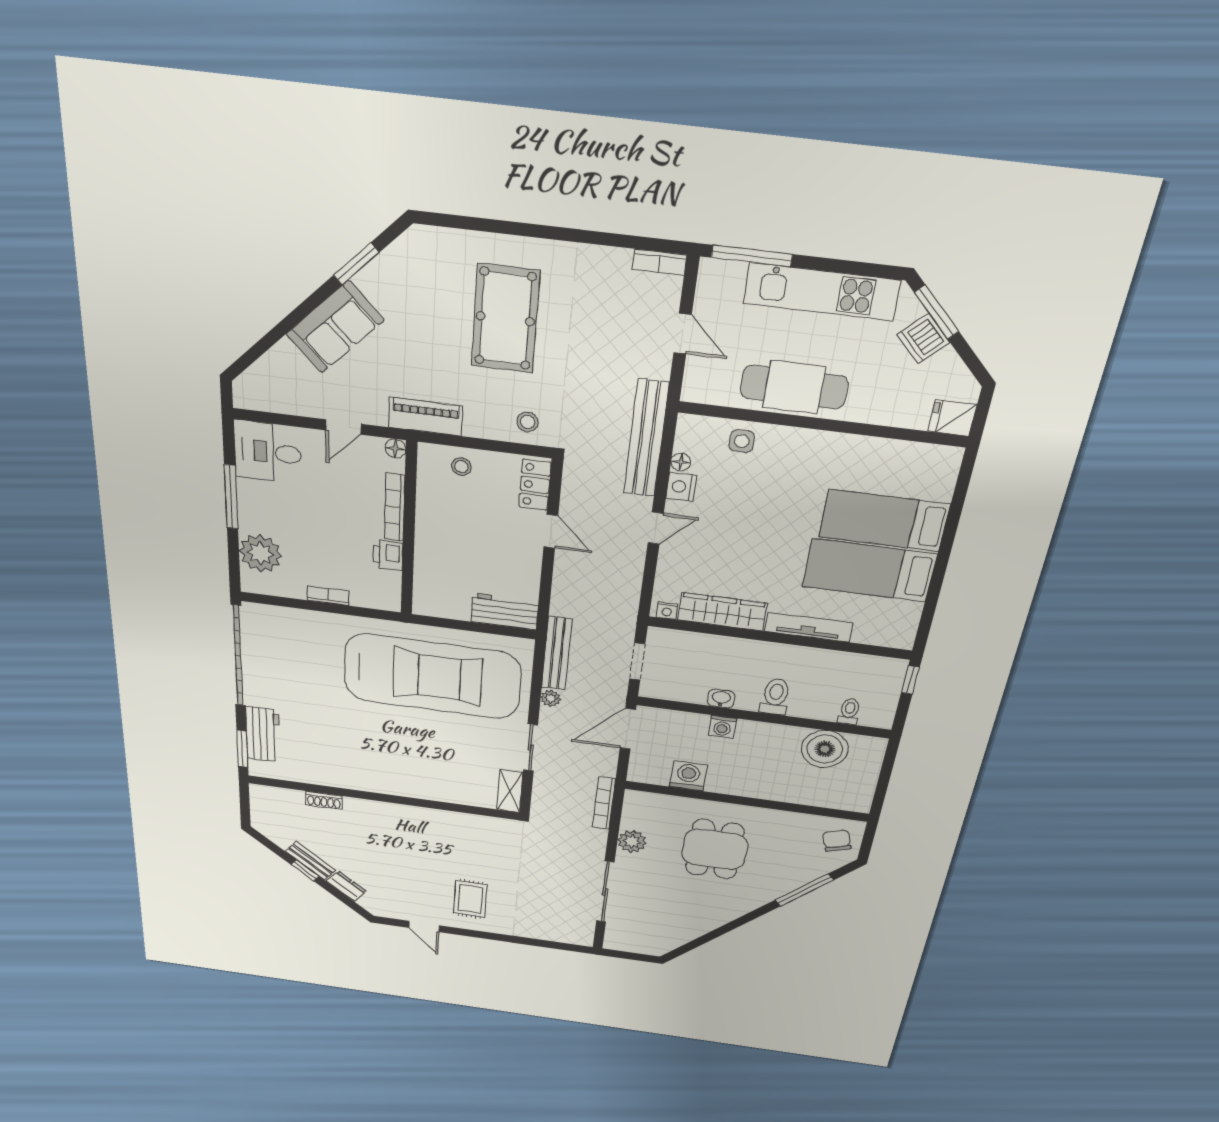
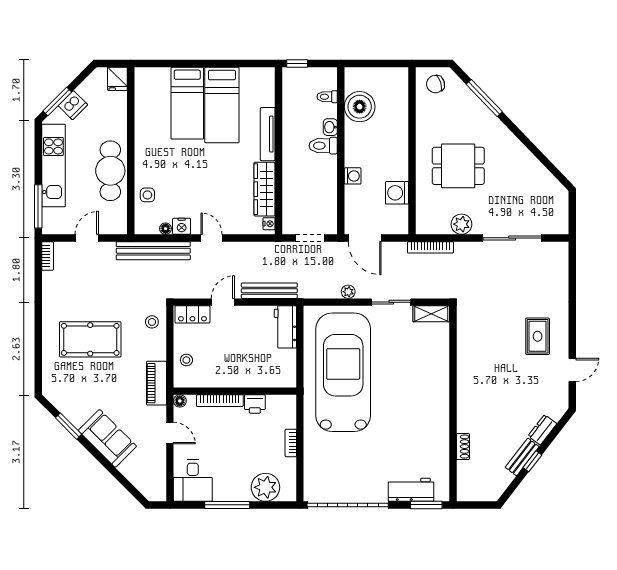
bench: (557, 654) -> (269, 291), moved
washbasin: (721, 699) -> (330, 127), moved
rug: (470, 899) -> (538, 336), turned 90

